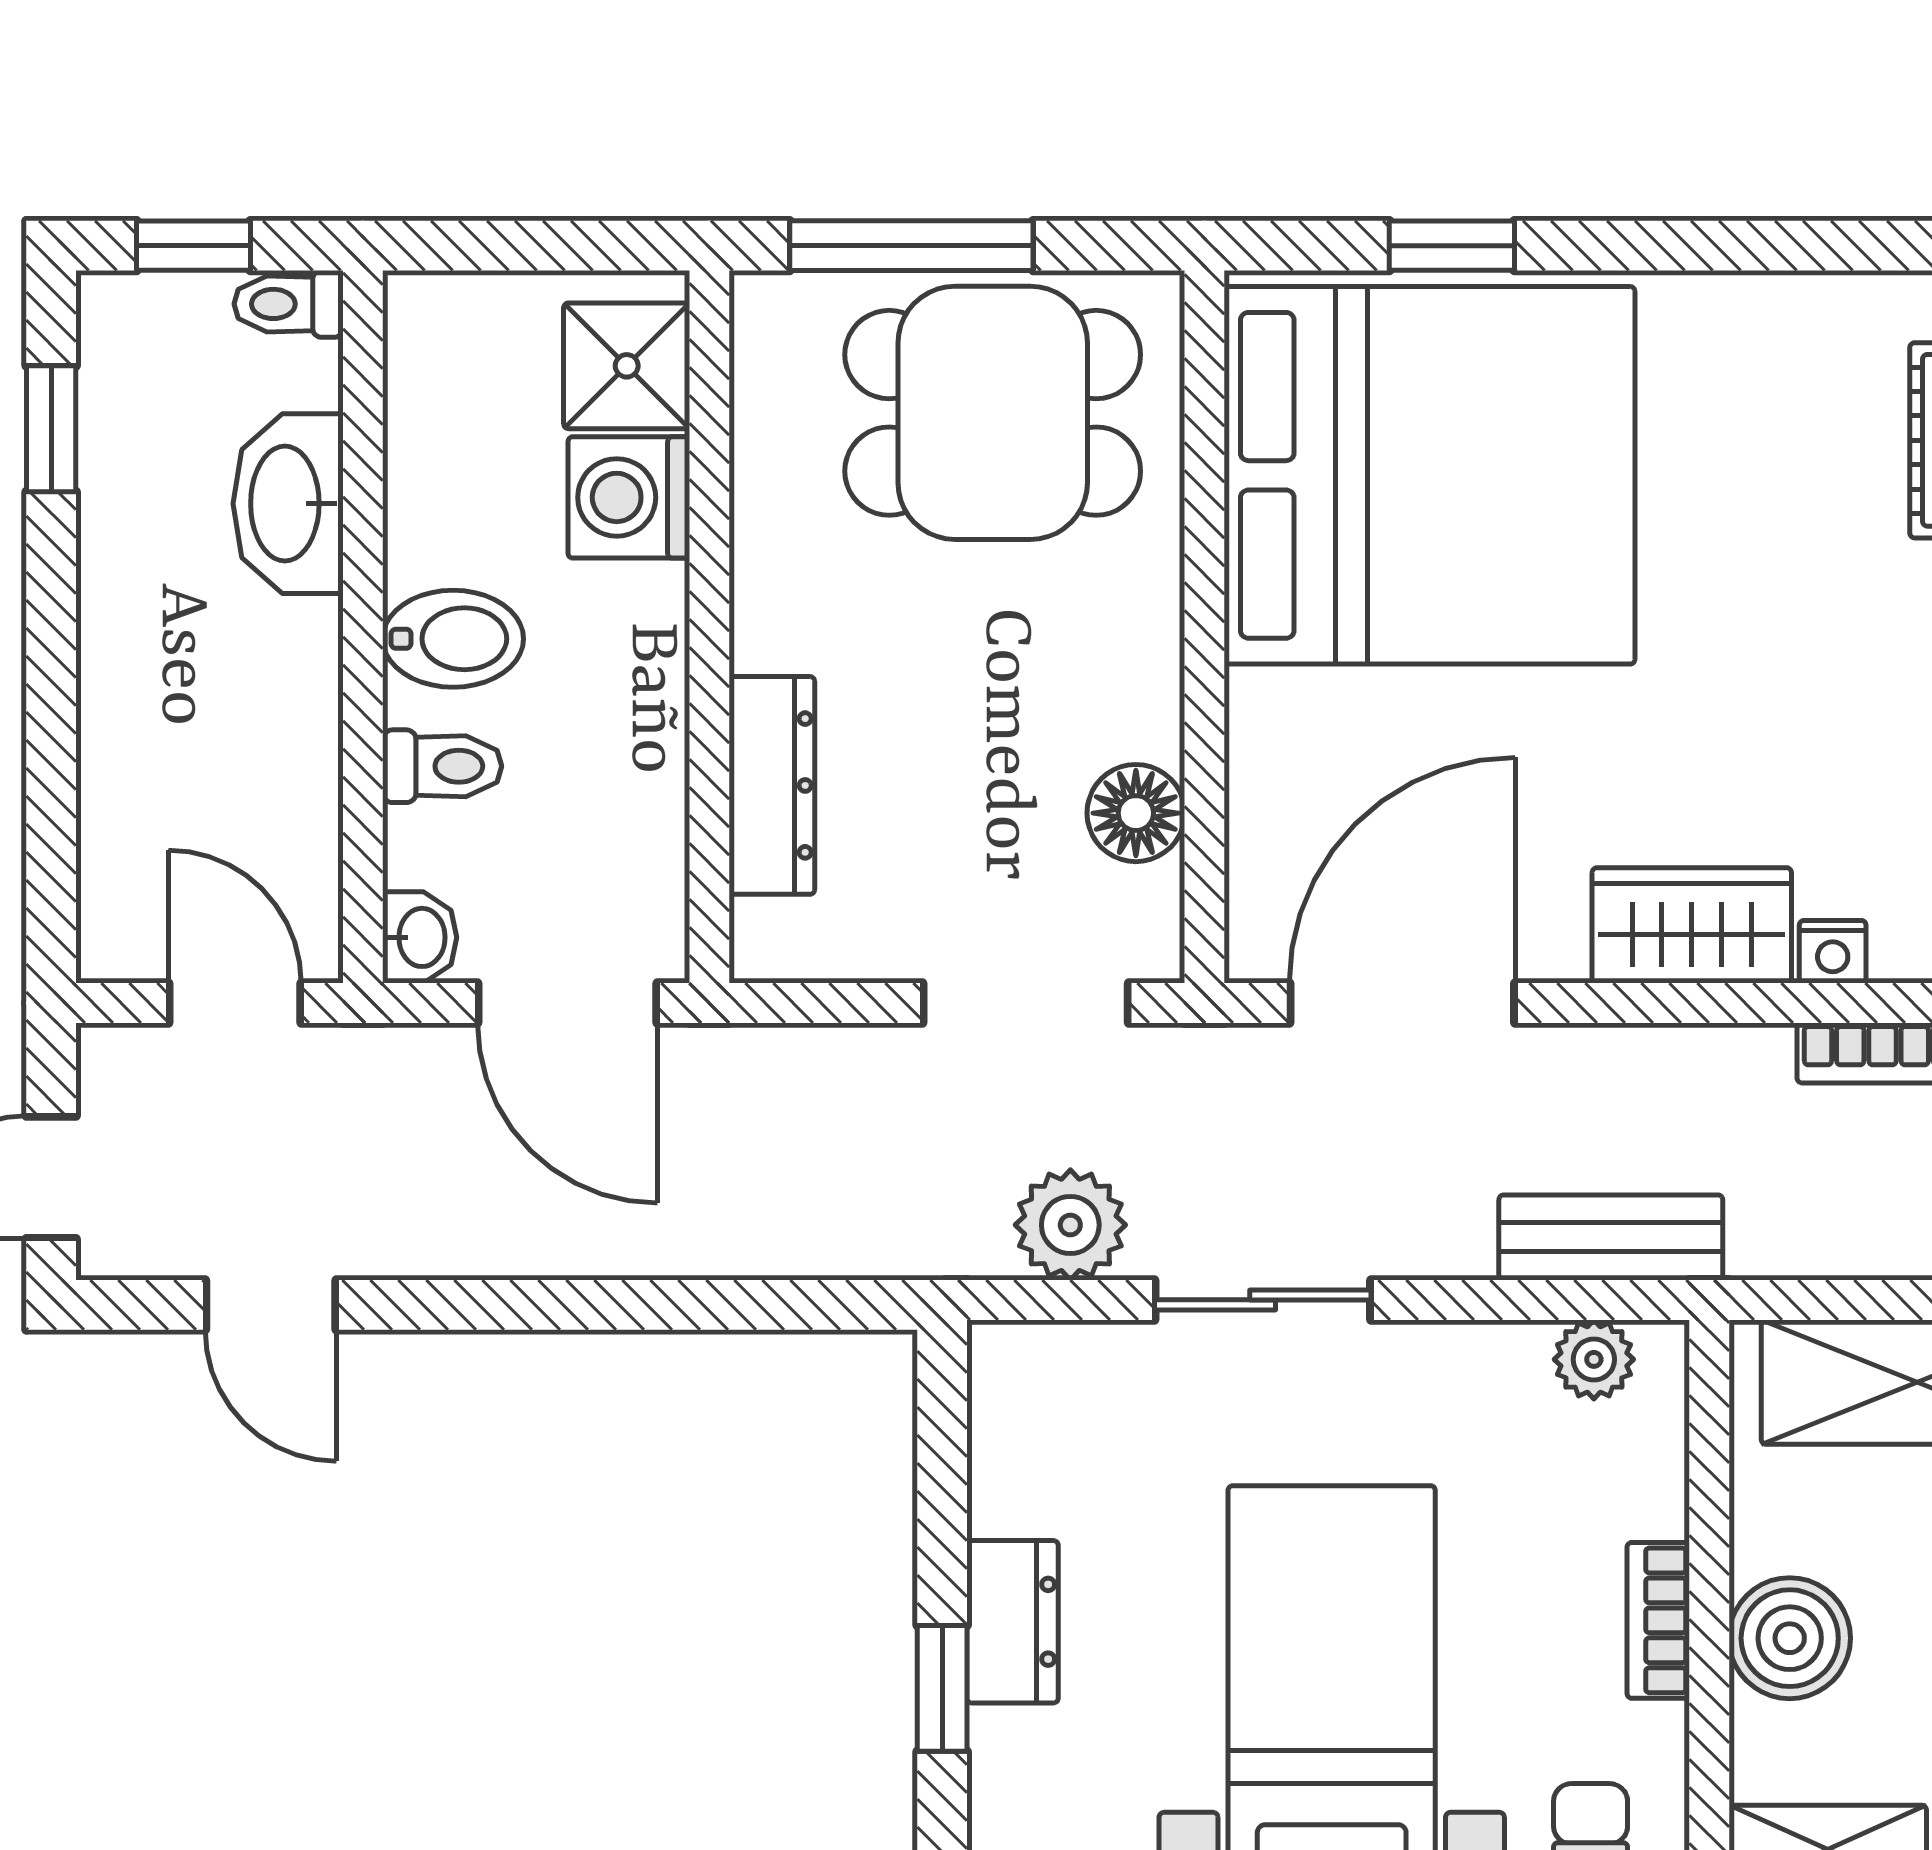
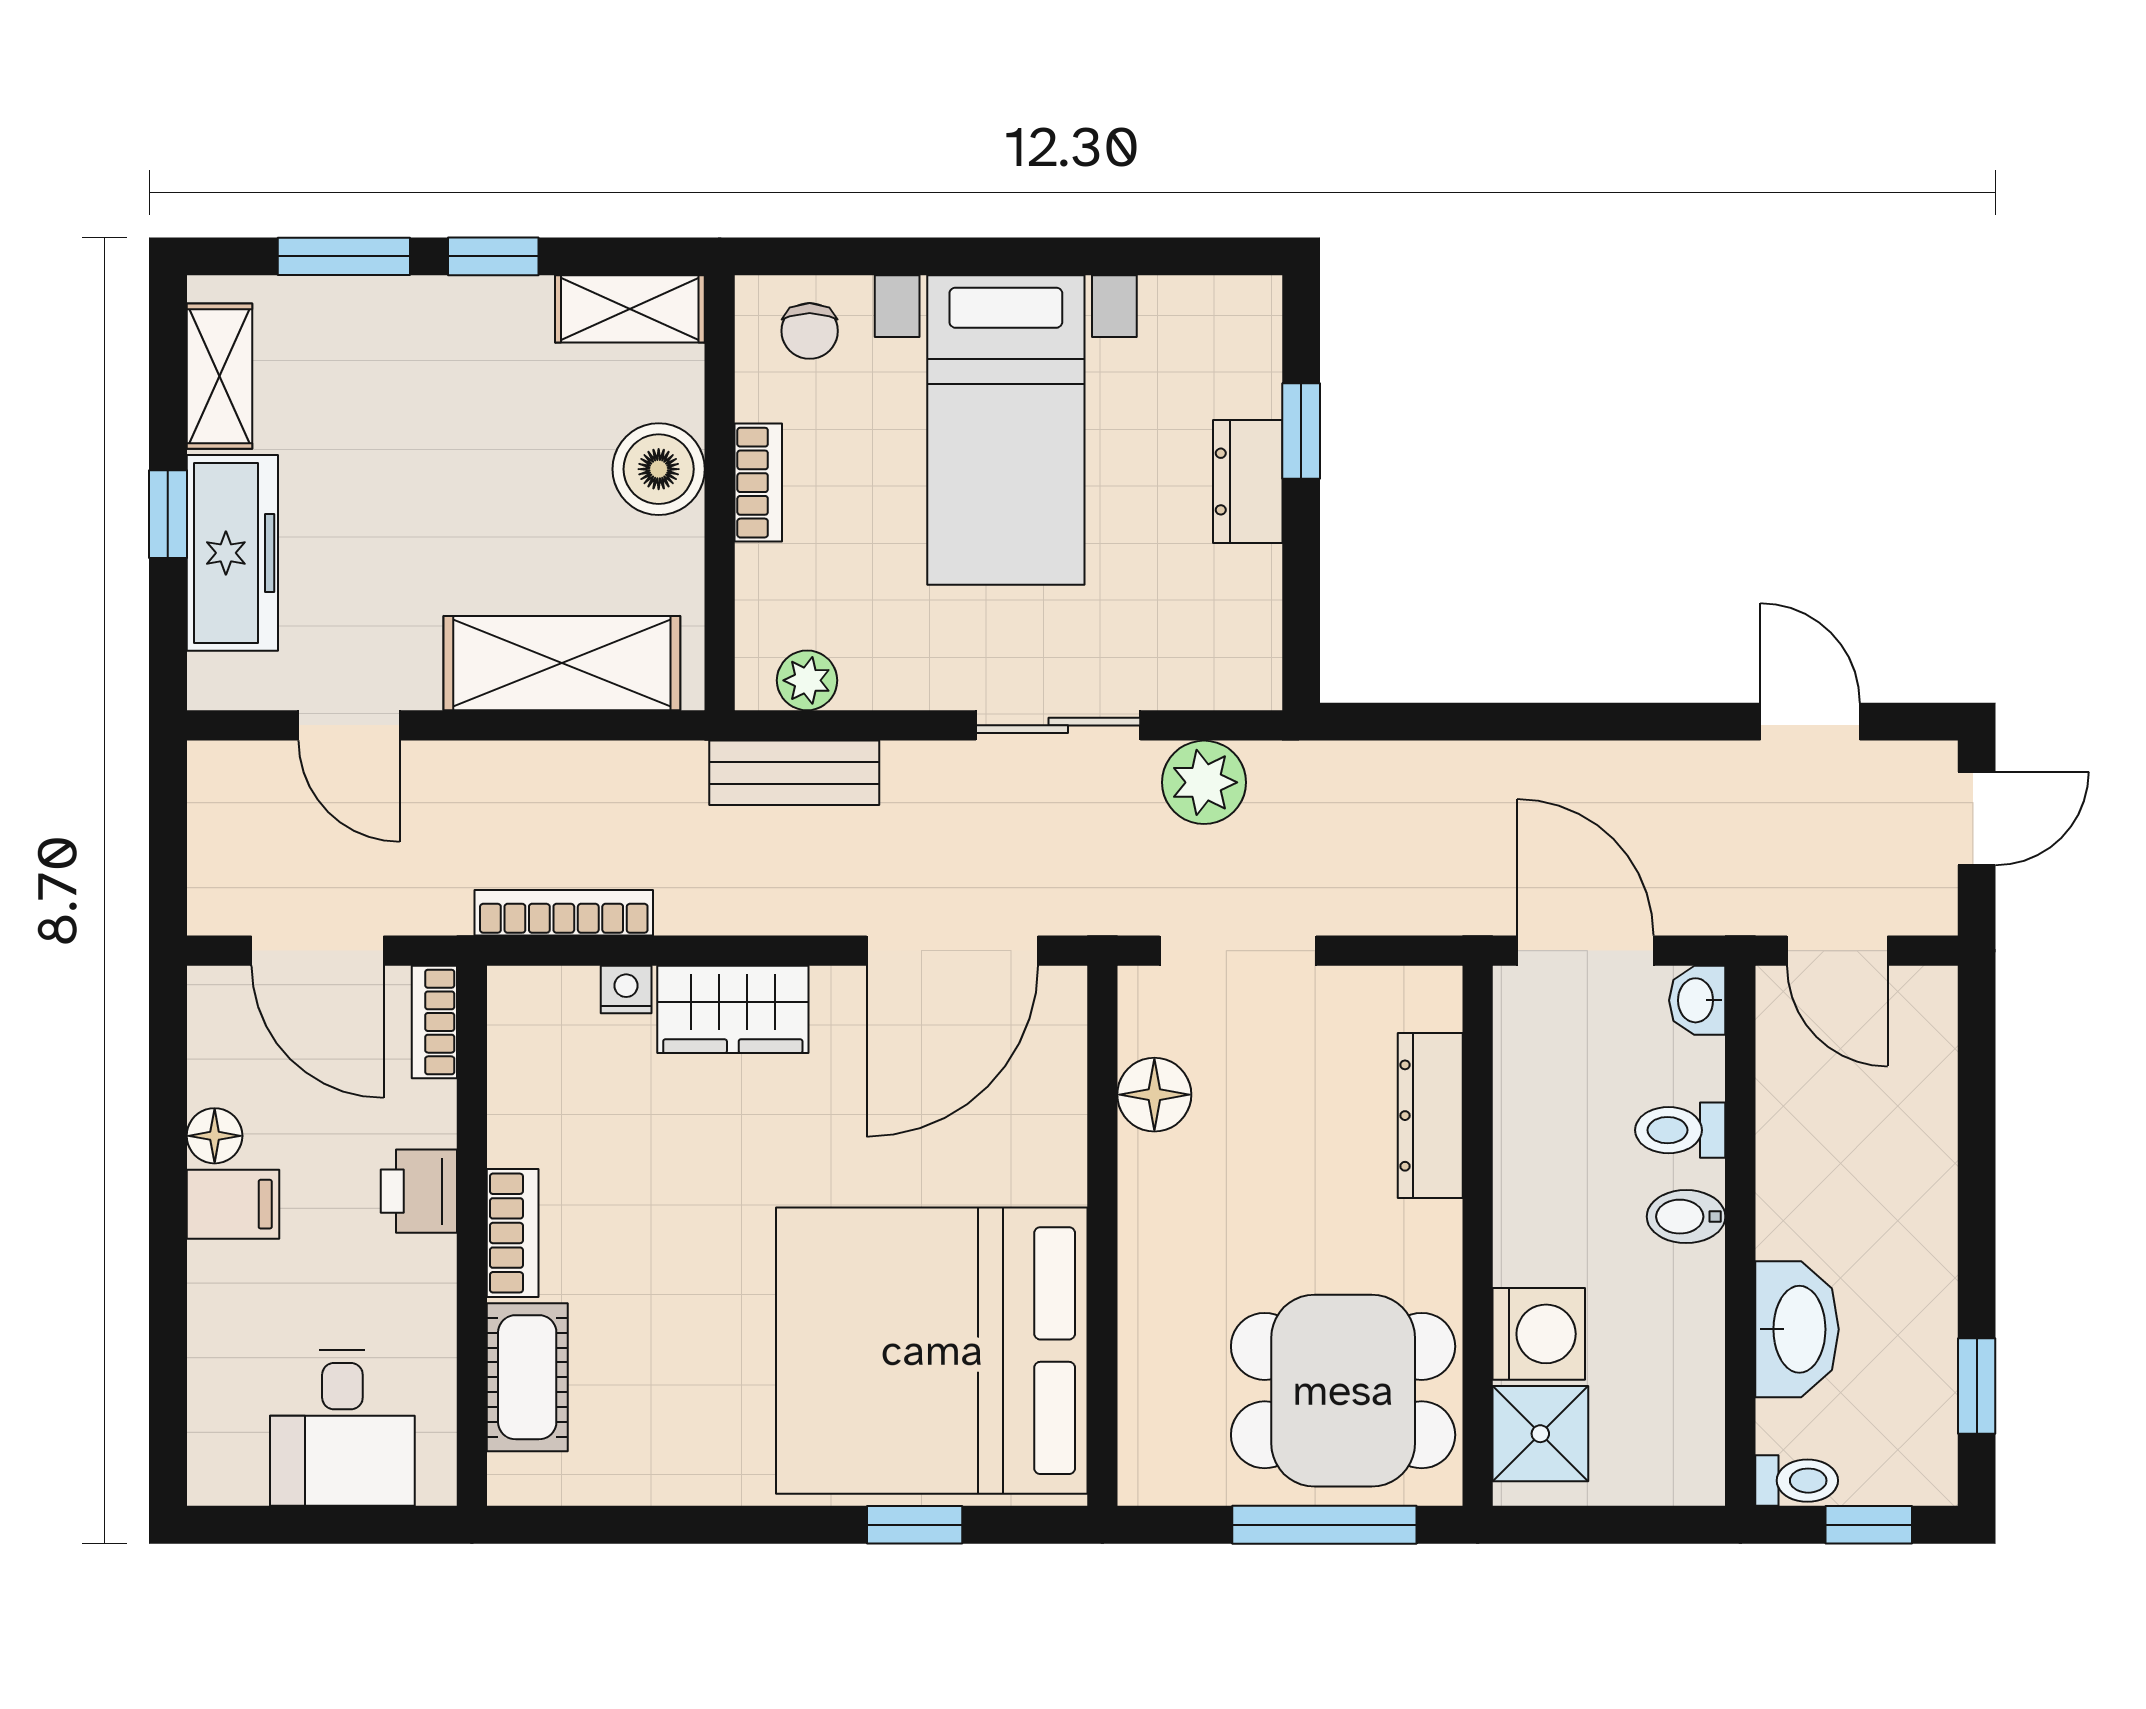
dining table: (993, 413) -> (1343, 1391), moved
bidet: (453, 639) -> (1686, 1217), width x0.72, depth x0.74

